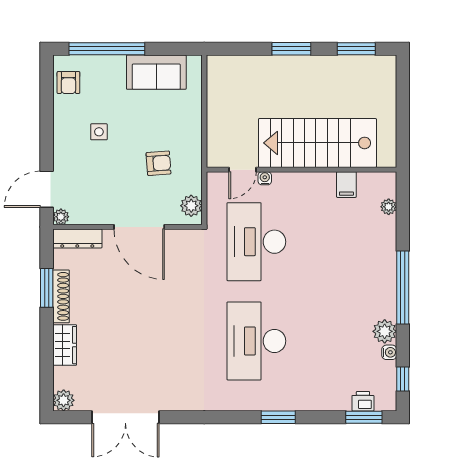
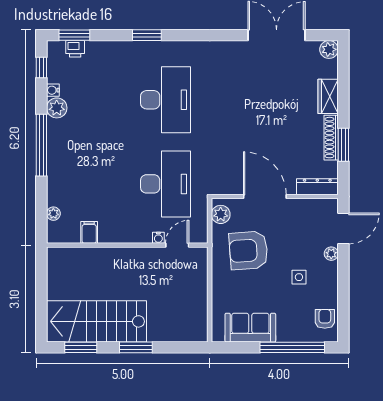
stairs: (317, 143) -> (97, 321), moved, turned 180
armchair: (159, 163) -> (248, 250), width x1.88, depth x1.88
plant: (61, 217) -> (331, 254), moved

